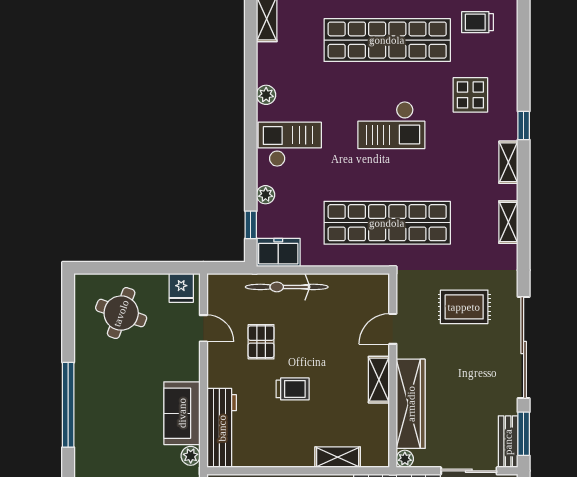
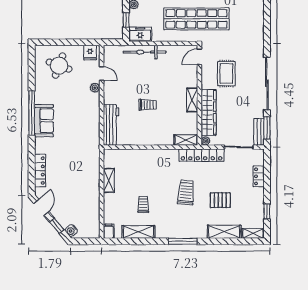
shelving: (508, 222) -> (259, 19), removed
rug: (464, 307) -> (226, 74), moved, turned 90
door: (393, 329) -> (199, 57), moved
pallet: (261, 342) -> (131, 80), removed
sofa: (182, 413) -> (44, 121), moved, turned 180
plant: (191, 456) -> (95, 88), moved
shelving: (338, 457) -> (186, 140), moved

